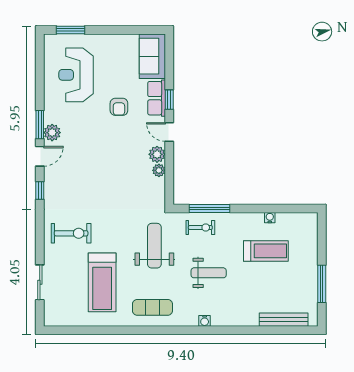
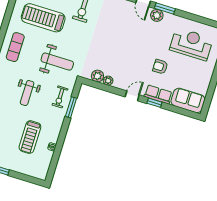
plant: (157, 154) -> (97, 76), moved
window: (210, 209) -> (71, 107), width x0.69

